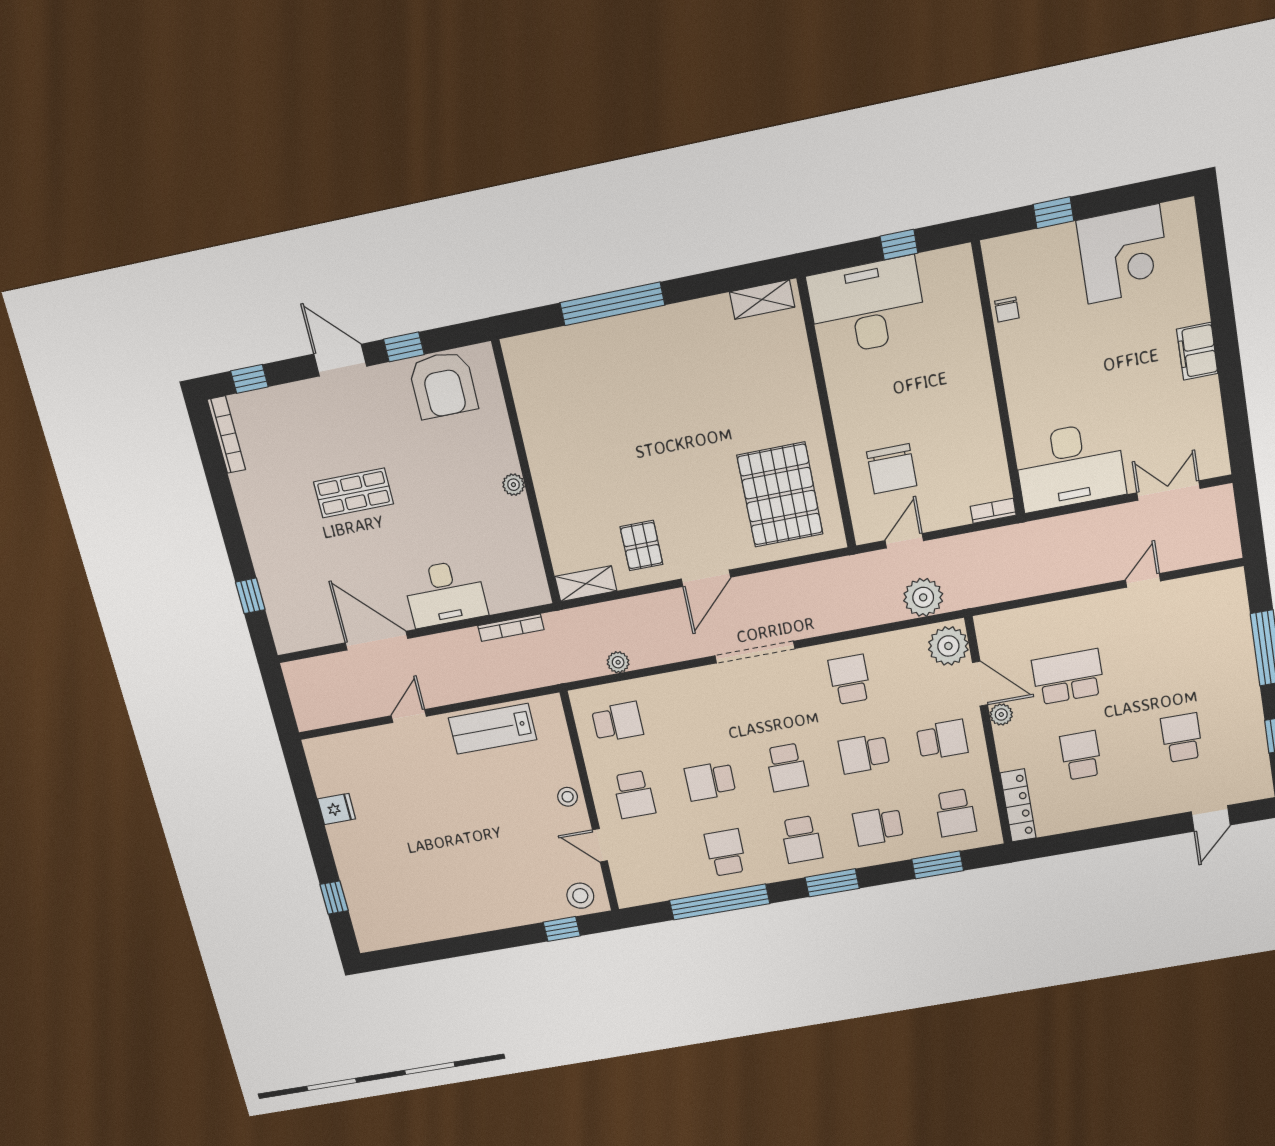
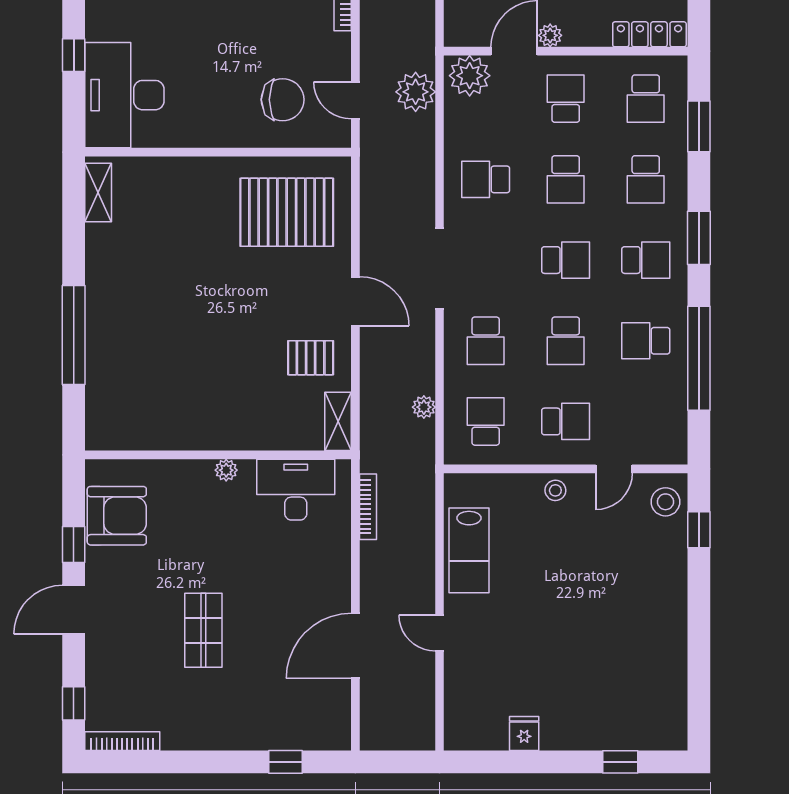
desk: (445, 593) -> (296, 490), moved, turned -90
school desk: (694, 708) -> (486, 341), added
school desk: (955, 813) -> (646, 99), turned 90

